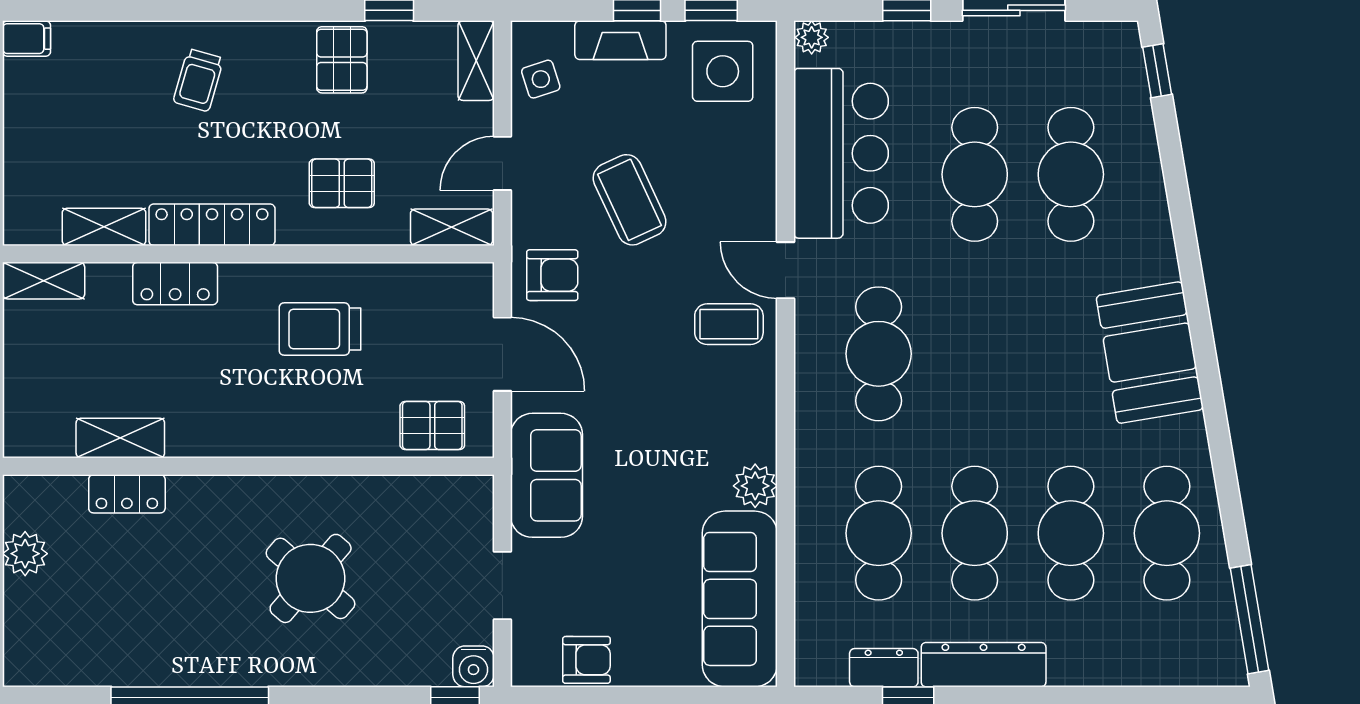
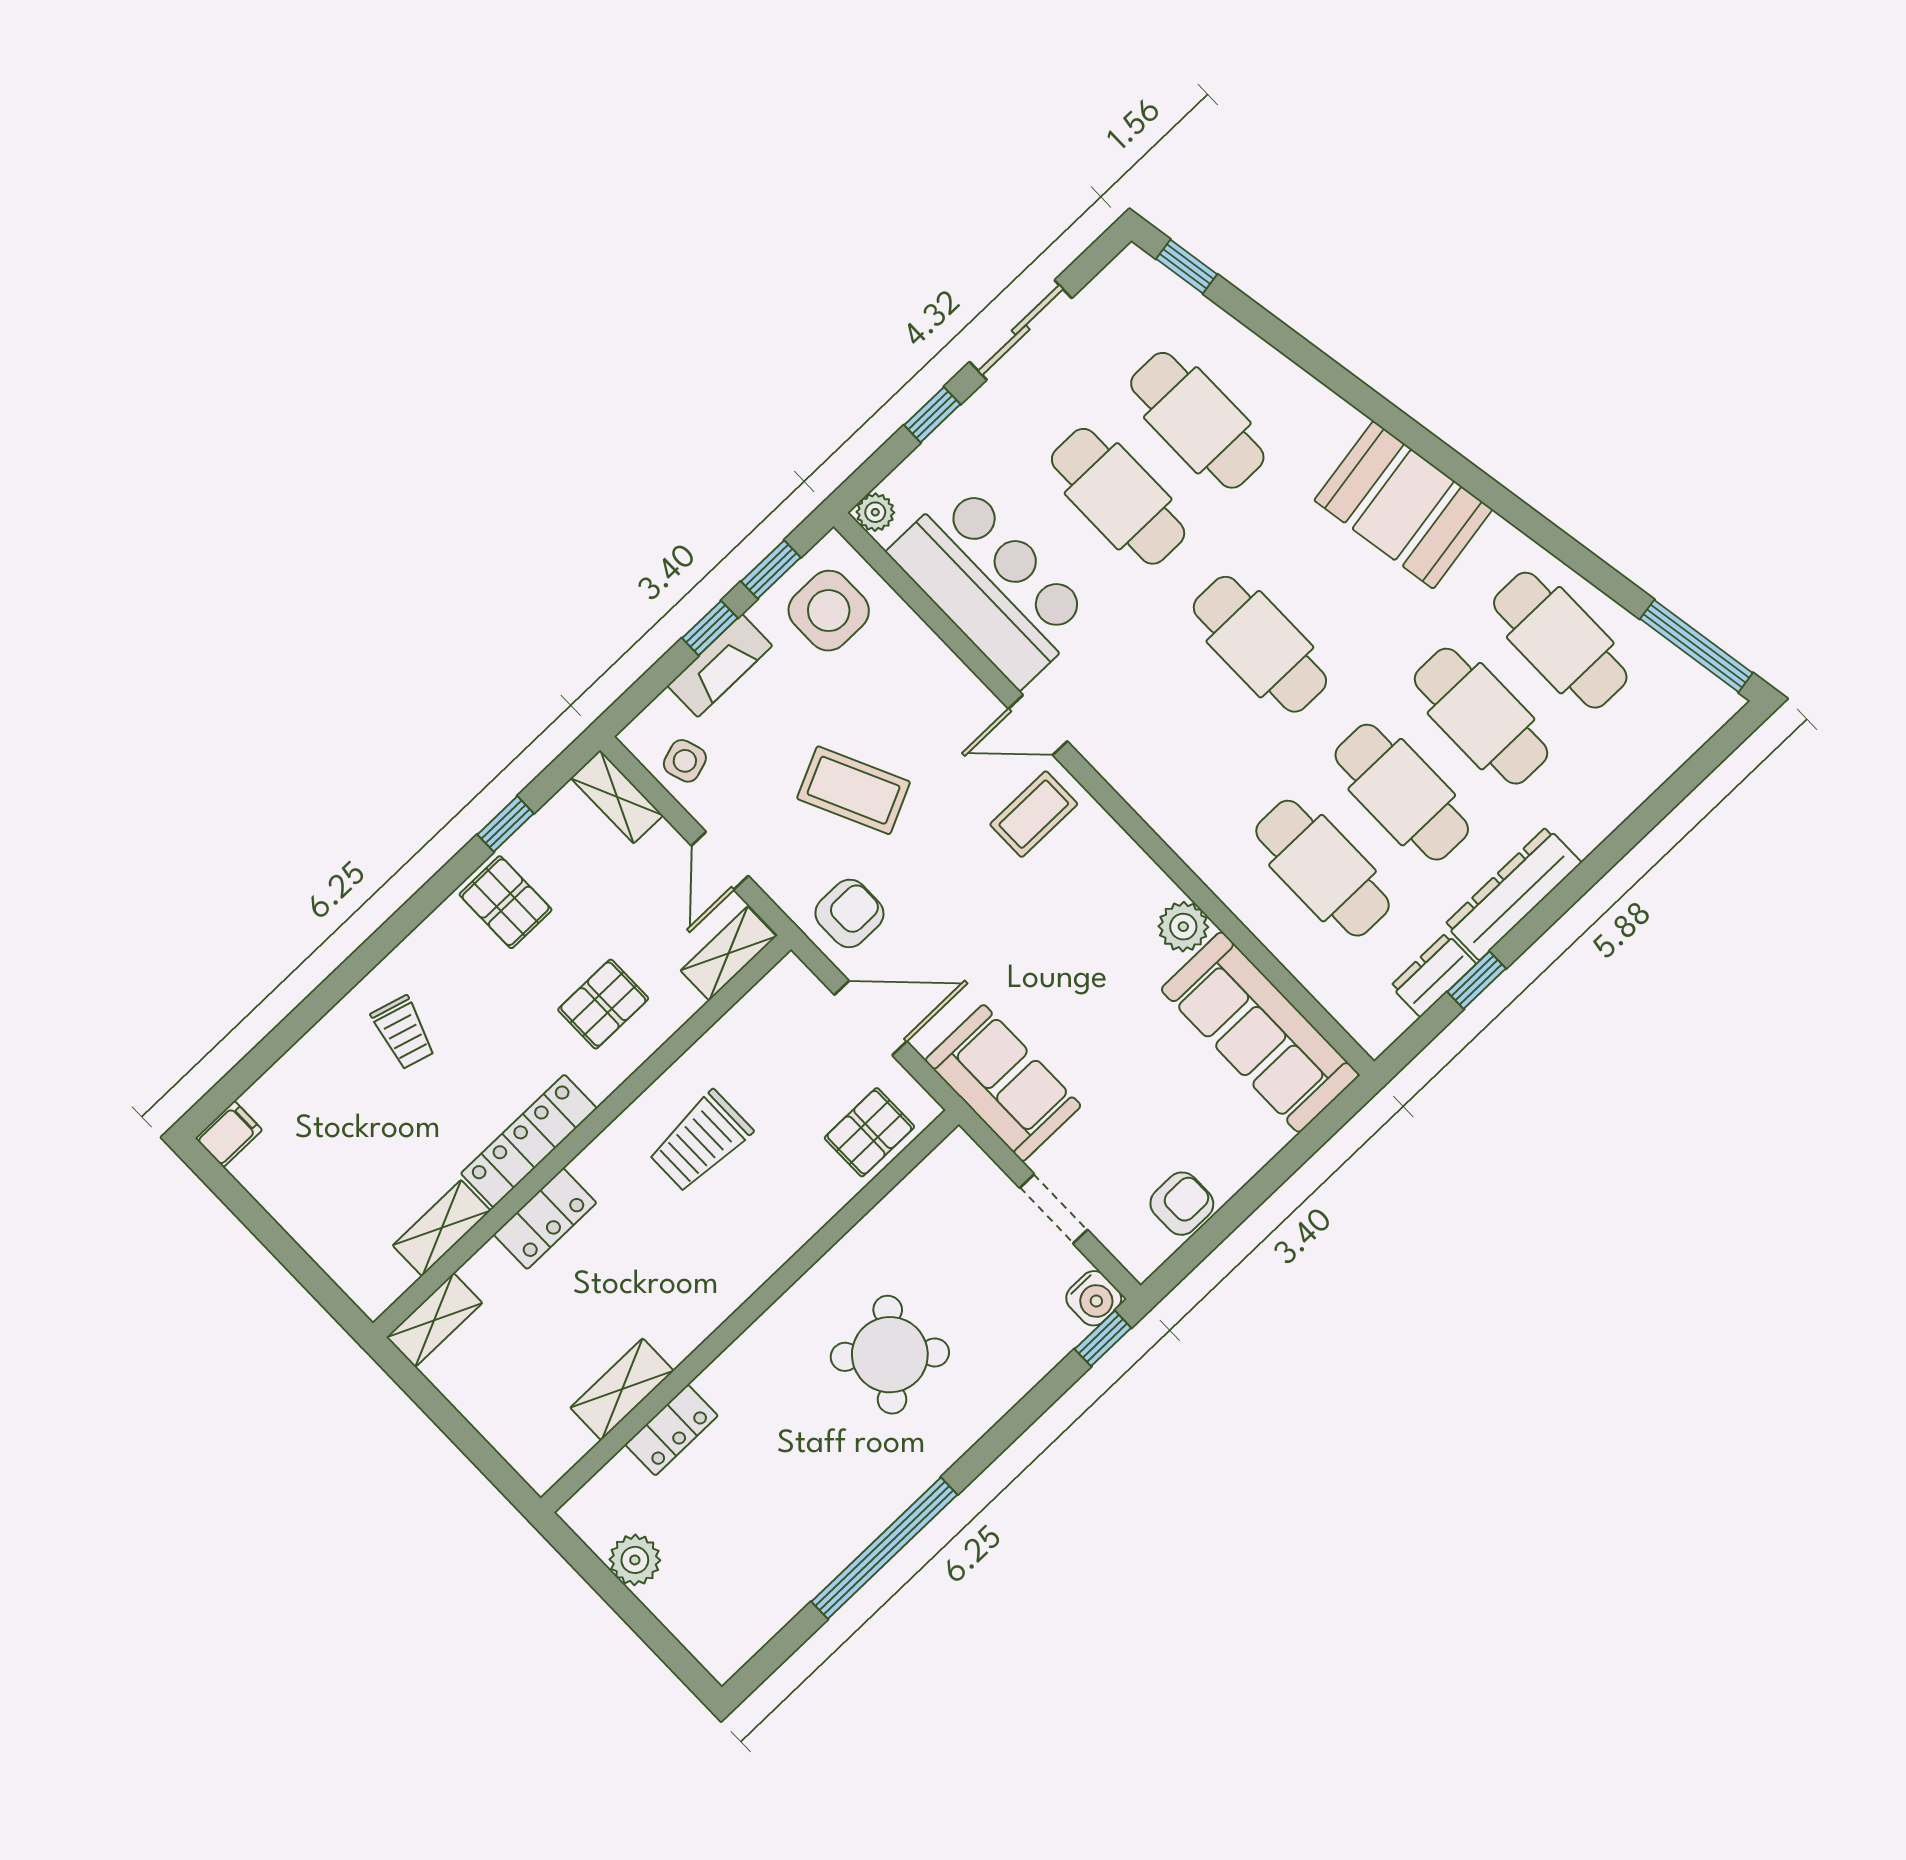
cafe table: (879, 354) -> (1260, 644), moved

